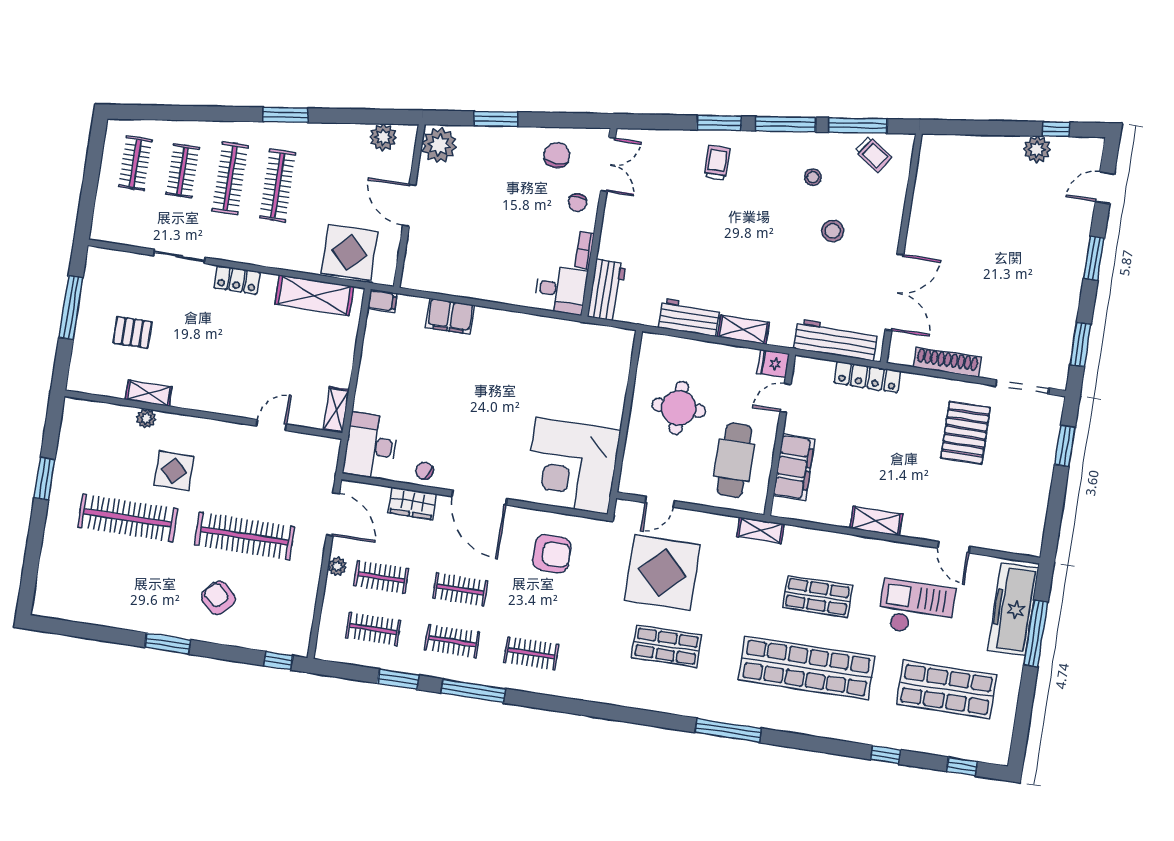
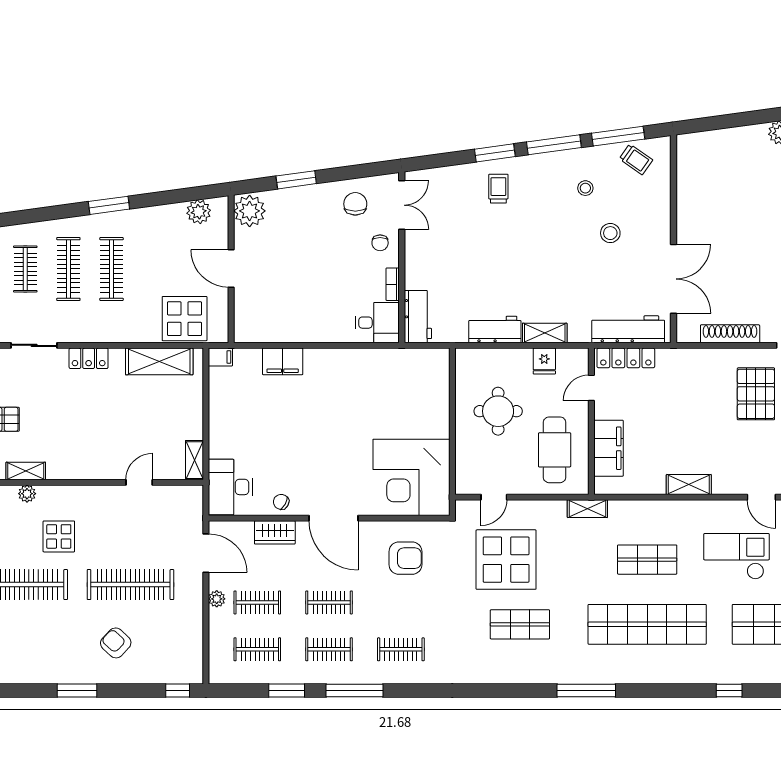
fridge: (773, 364) -> (544, 361), moved, turned -90
locker: (867, 377) -> (626, 358), moved

